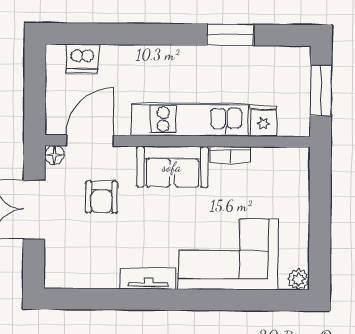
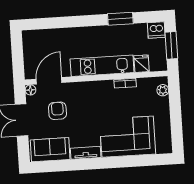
dishwasher: (82, 59) -> (156, 30), moved
sofa: (172, 167) -> (50, 150), moved, turned 180
armchair: (102, 197) -> (57, 111), turned 180
plant: (298, 279) -> (163, 90), moved

